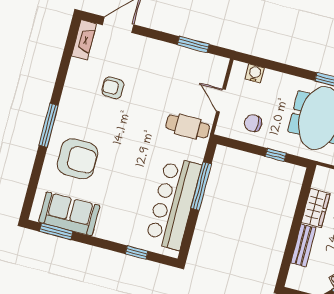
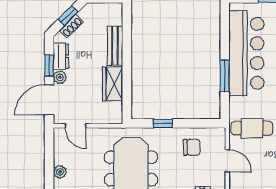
window: (201, 186) -> (225, 76), width x0.69

